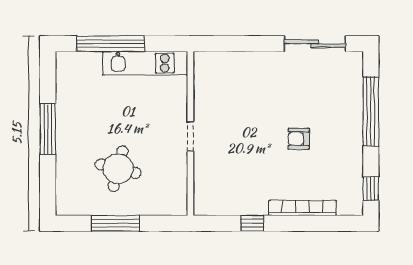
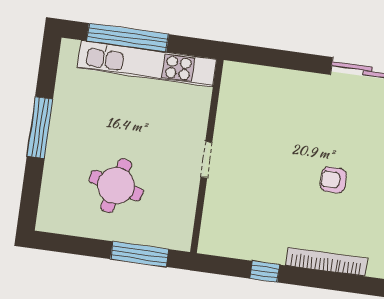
kitchen unit: (145, 63) -> (147, 64), width x1.36
window: (115, 223) -> (140, 254), moved

